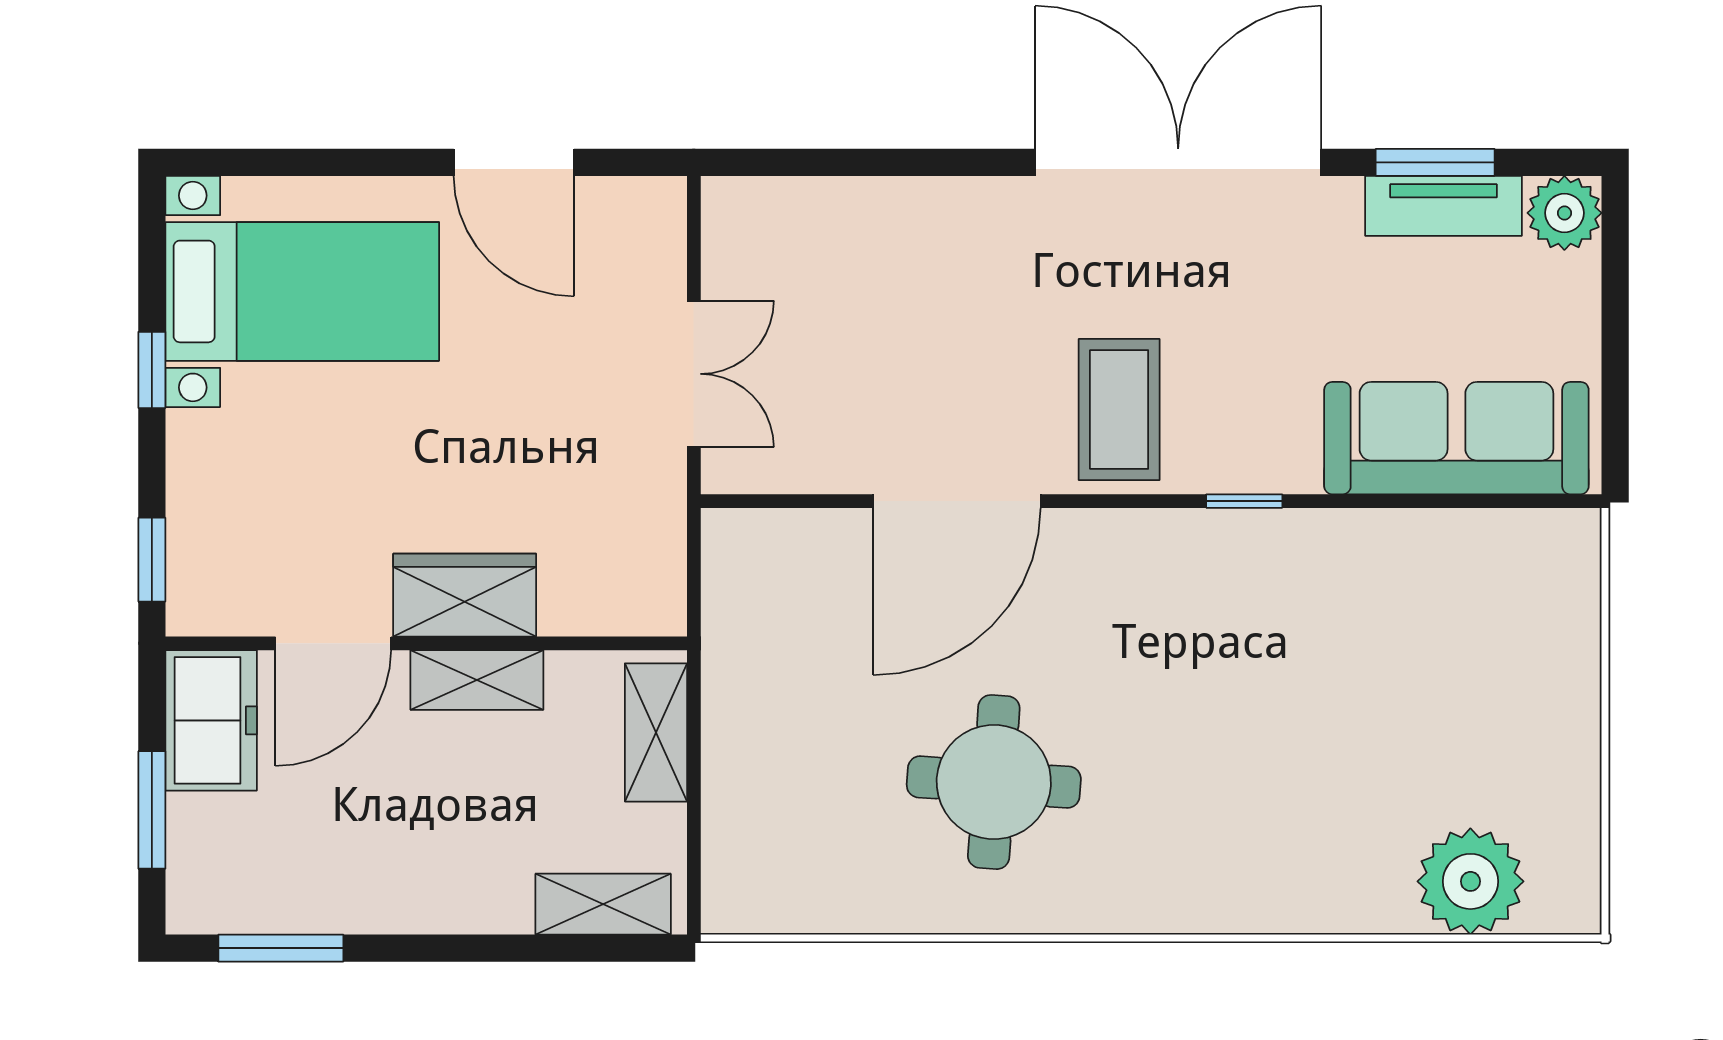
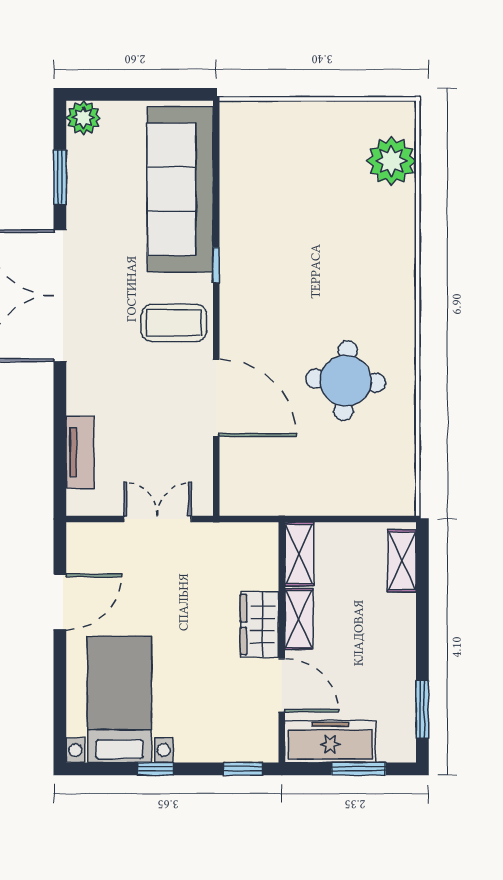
tv unit: (1443, 206) -> (80, 452), moved
sofa: (1456, 438) -> (180, 189), width x1.36, depth x1.27
freezer: (211, 720) -> (330, 742), width x1.40
shelving: (656, 732) -> (299, 554), moved, turned 90

